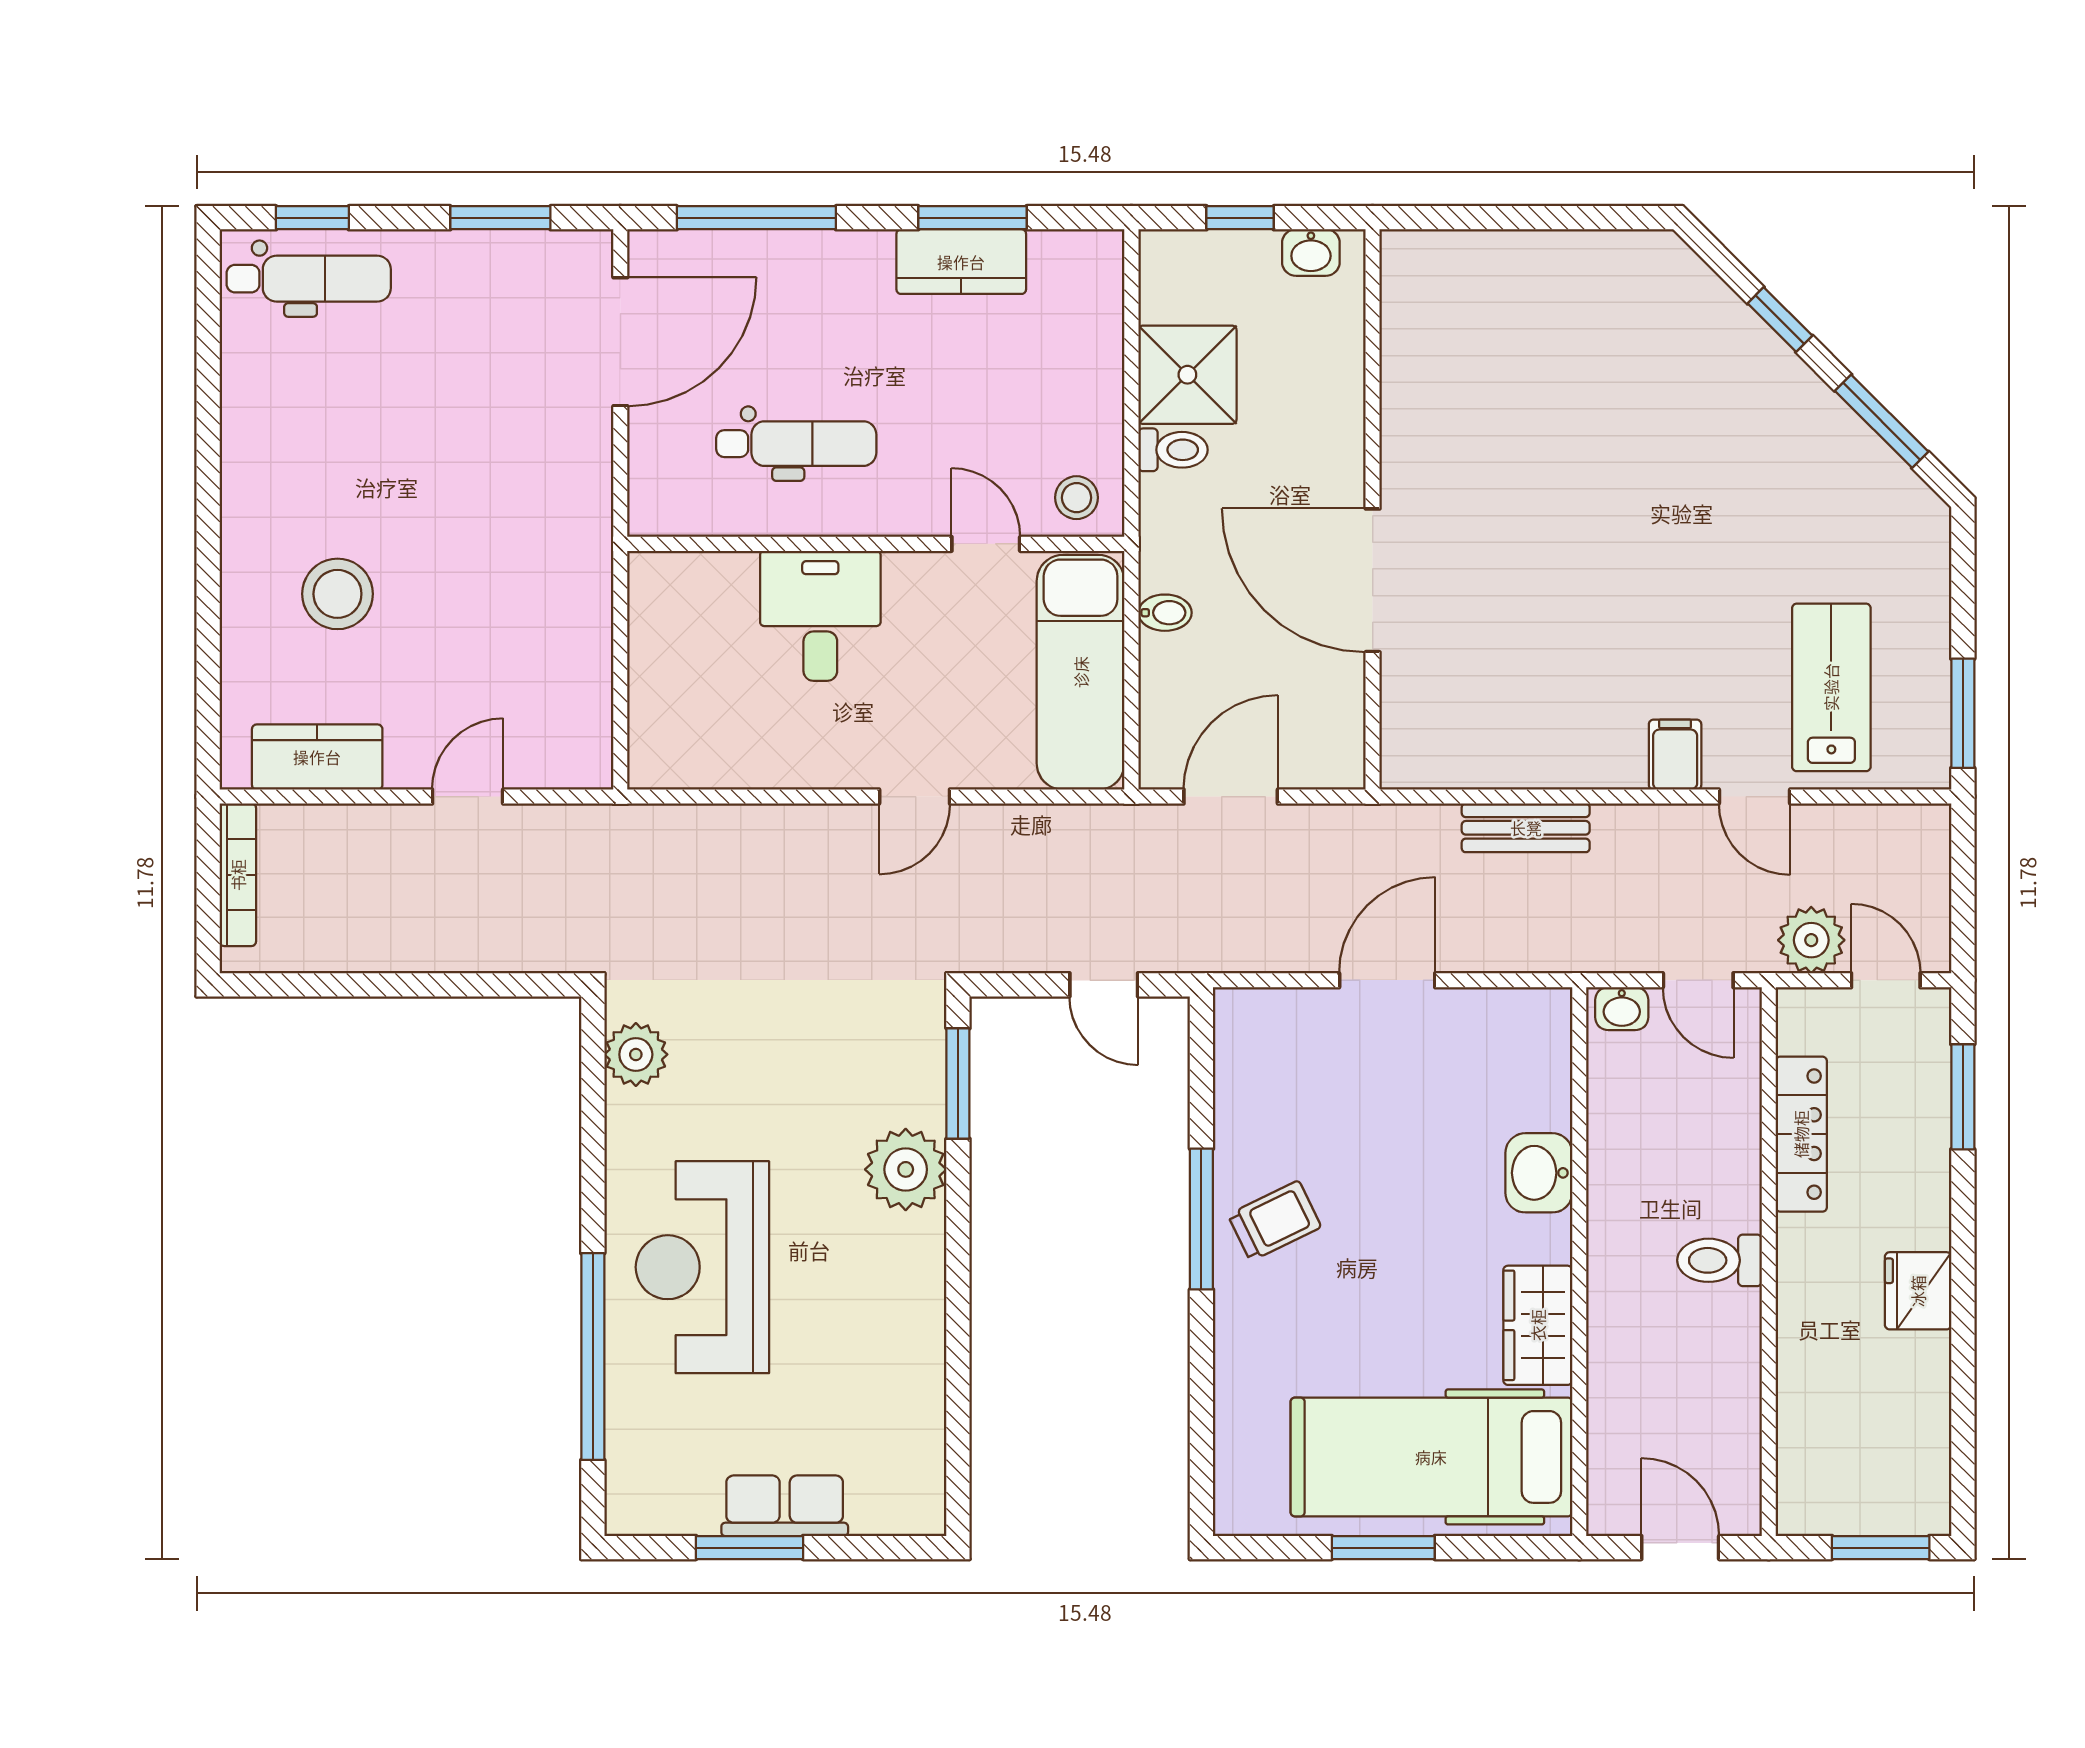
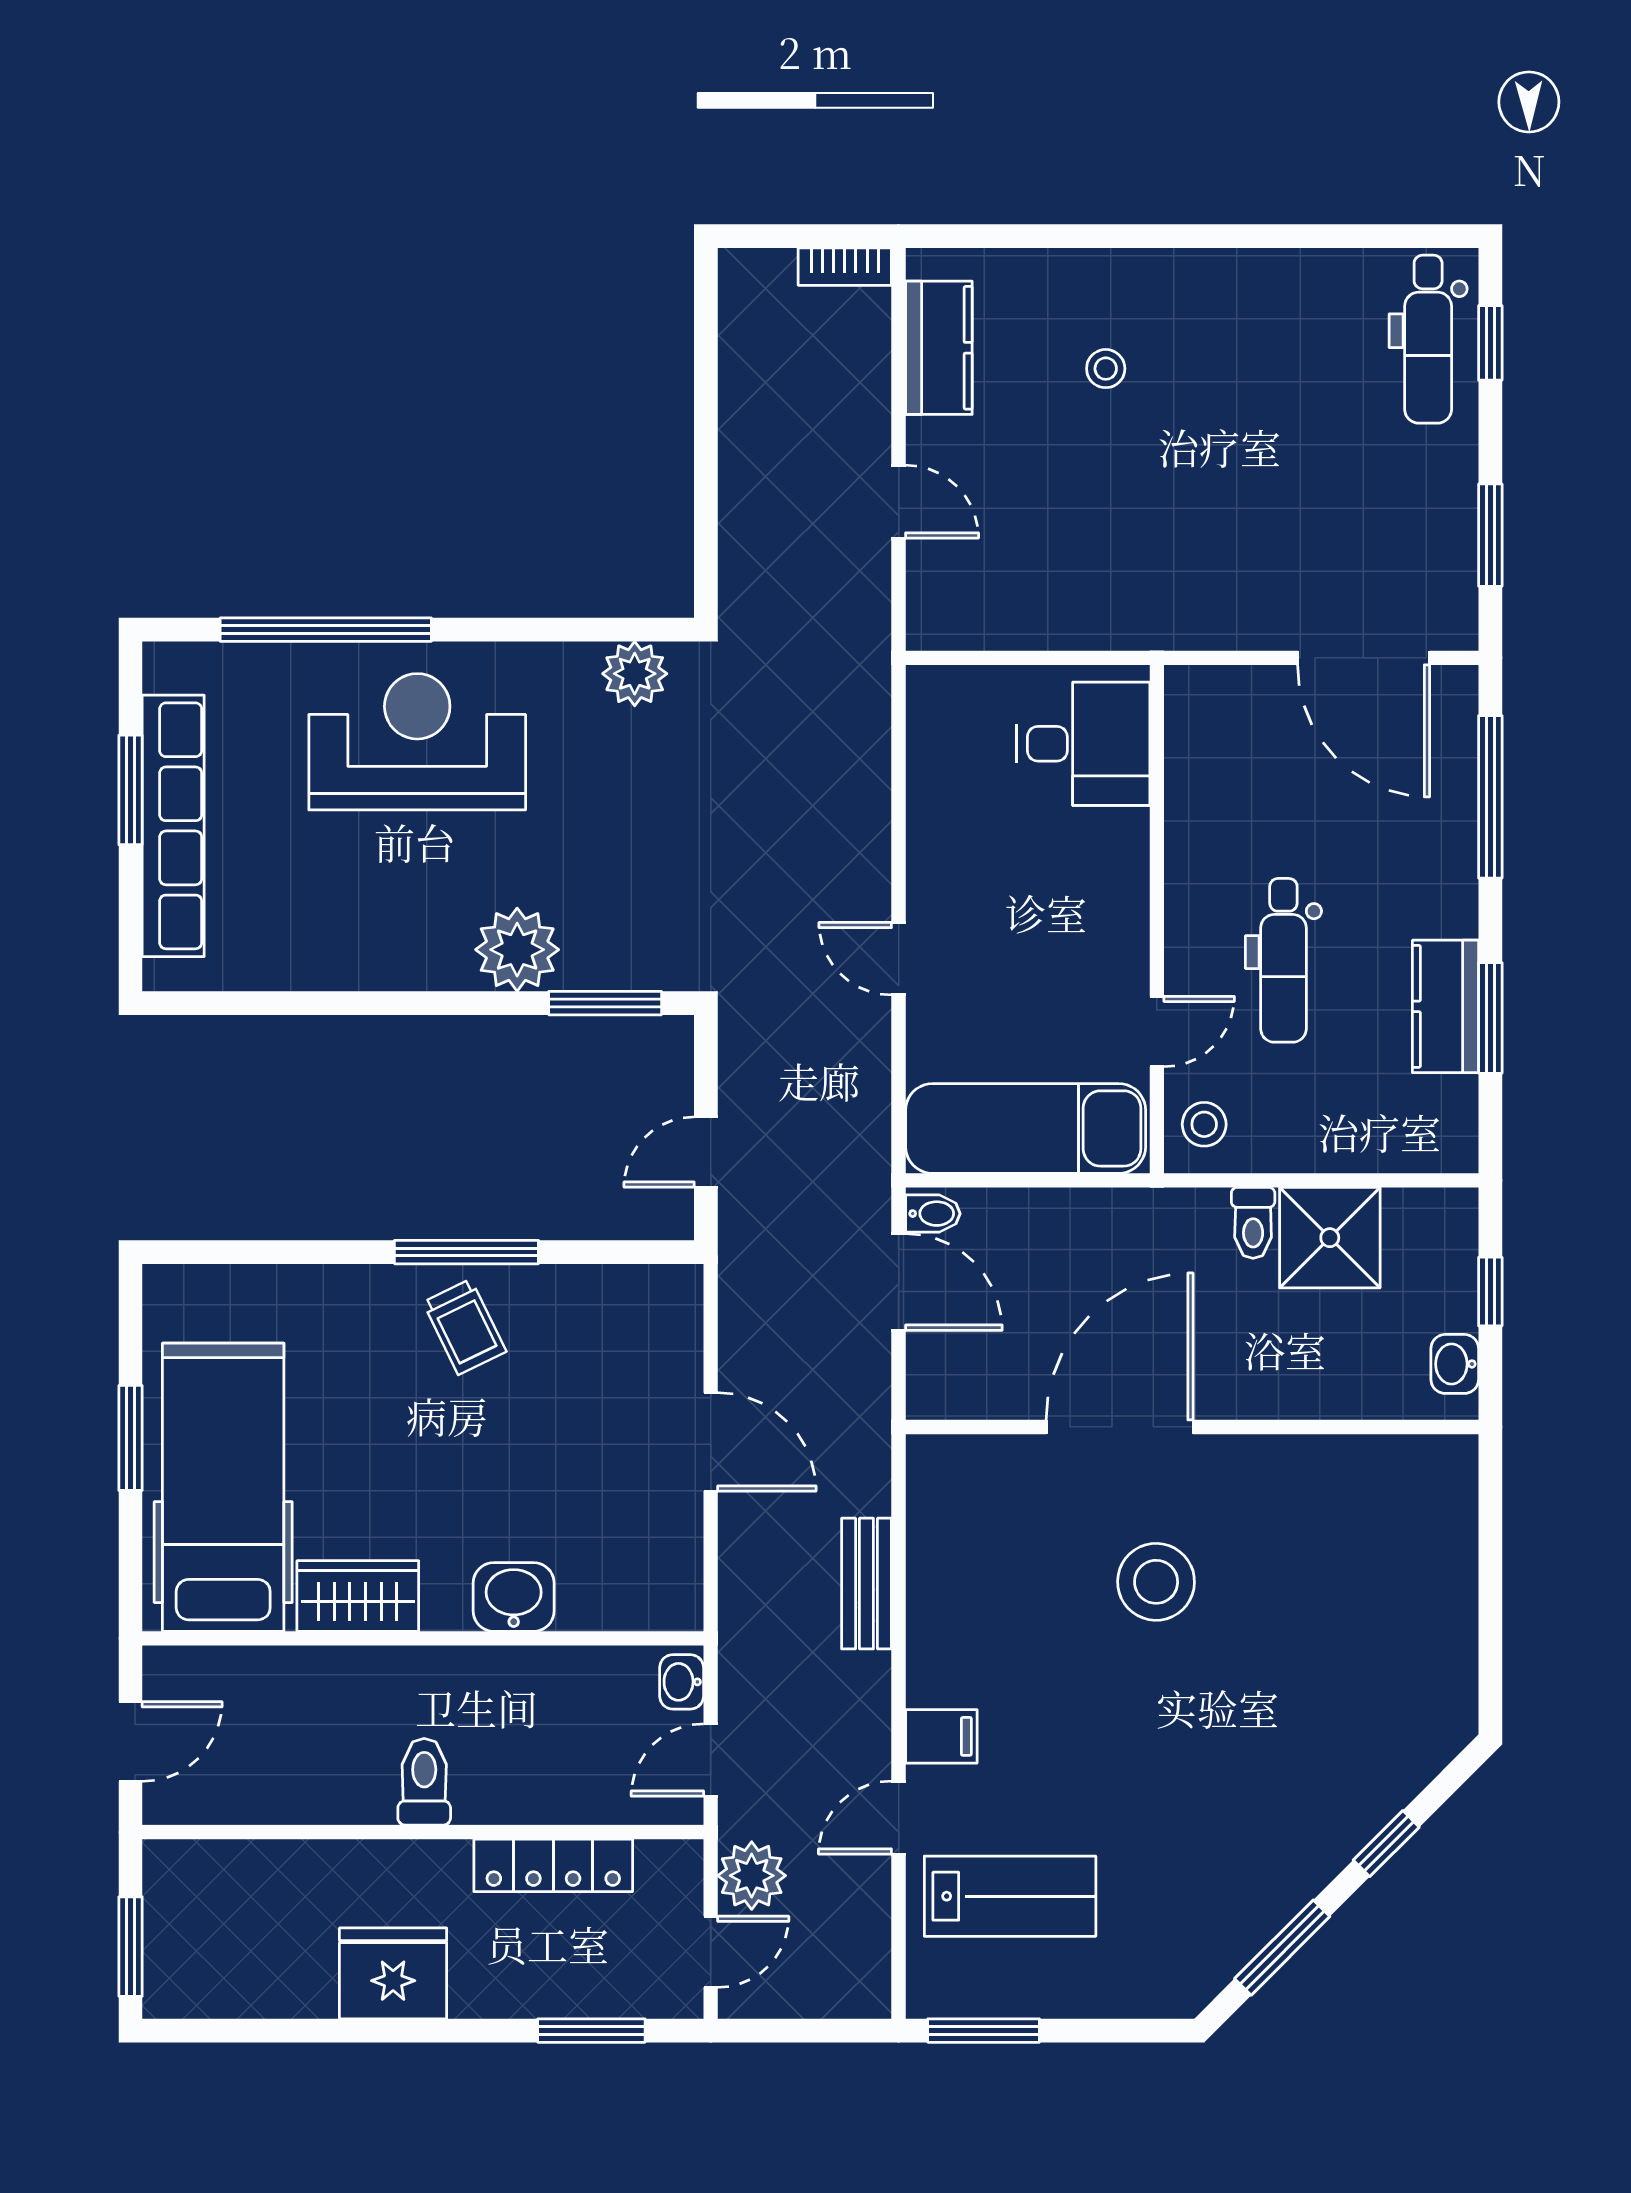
dental chair: (796, 444) -> (1283, 960), moved
stool: (1524, 545) -> (1156, 1582), added
stool: (337, 594) -> (1106, 369), width x0.53, depth x0.53
bidet: (1165, 613) -> (933, 1214), moved, turned -90
desk: (820, 616) -> (1083, 744), moved
bookcase: (238, 875) -> (845, 267), width x0.64
fridge: (1918, 1291) -> (393, 1973), width x1.36, depth x1.34
row of seats: (785, 1506) -> (173, 826), width x2.02

